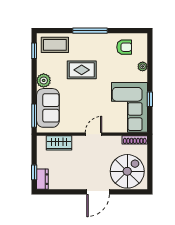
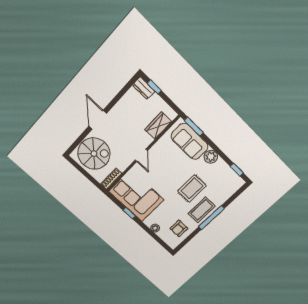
coffee table: (55, 45) -> (202, 210), moved
spiral stairs: (127, 171) -> (94, 154), turned -90

